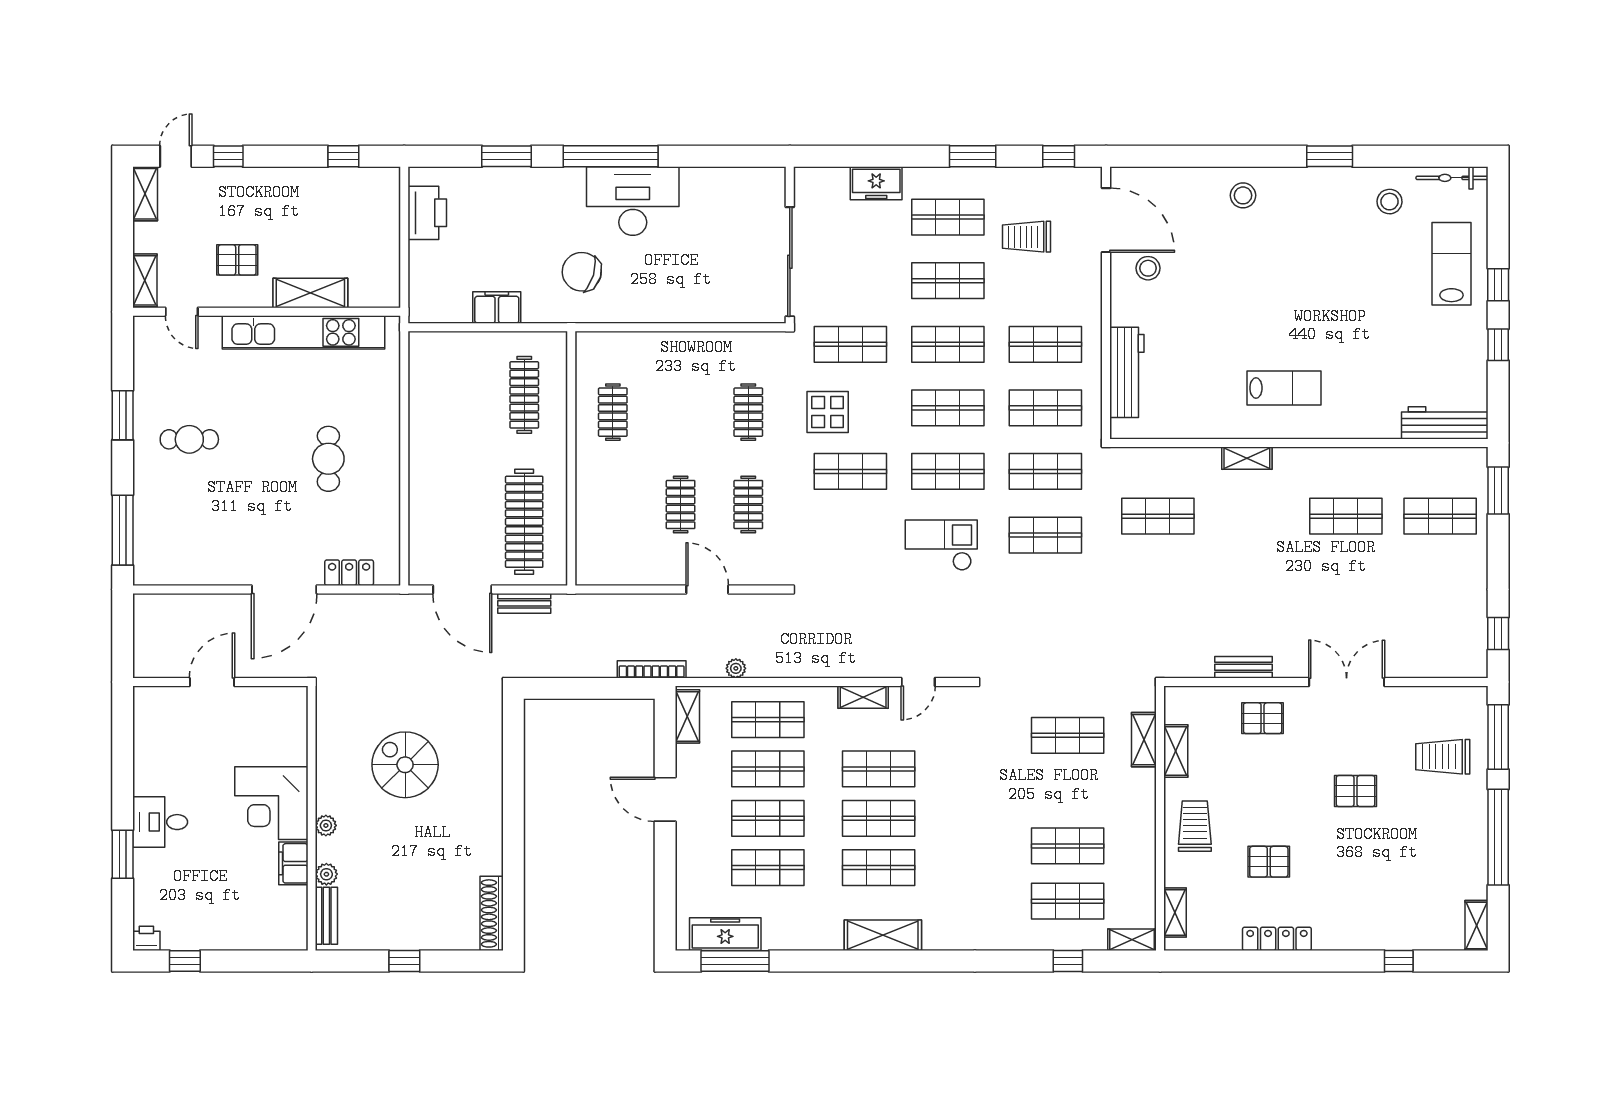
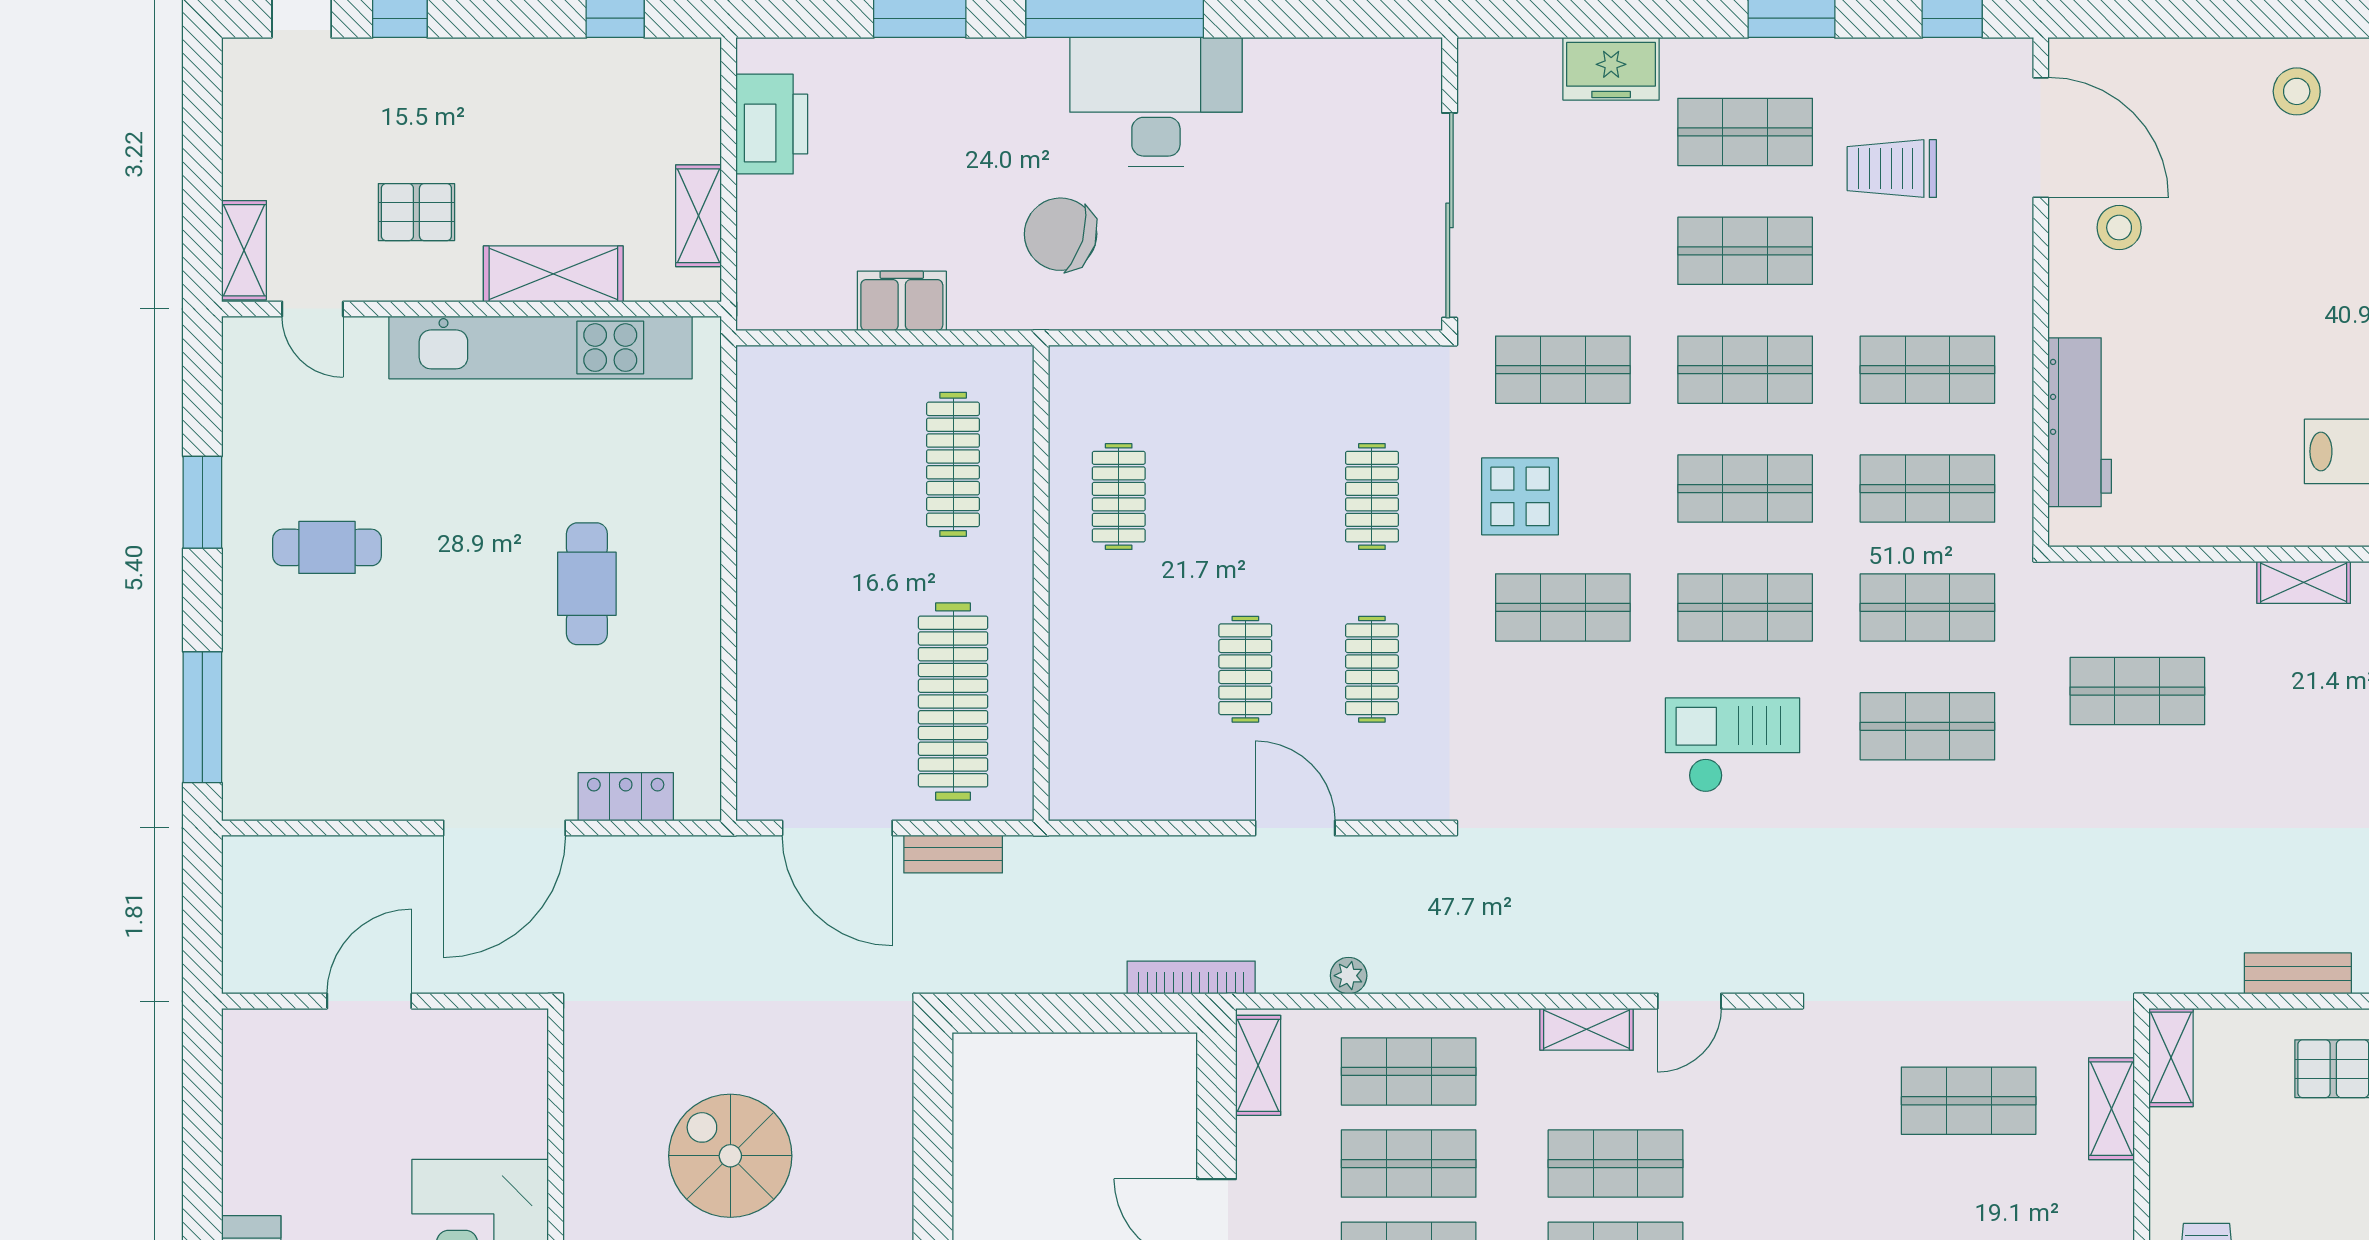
shelving: (145, 194) -> (699, 216), moved
shelving: (1176, 751) -> (2171, 1057), moved

